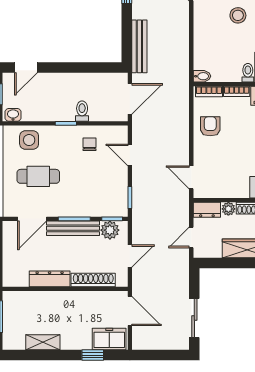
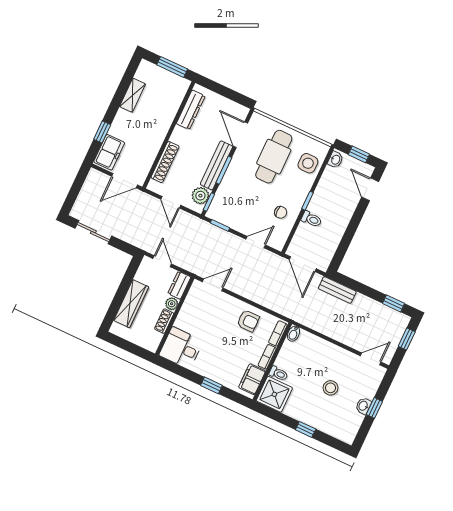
bench: (139, 46) -> (337, 290), width x0.73
cafe table: (38, 176) -> (274, 157), width x1.37, depth x1.35
dresser: (50, 279) -> (191, 110), moved

